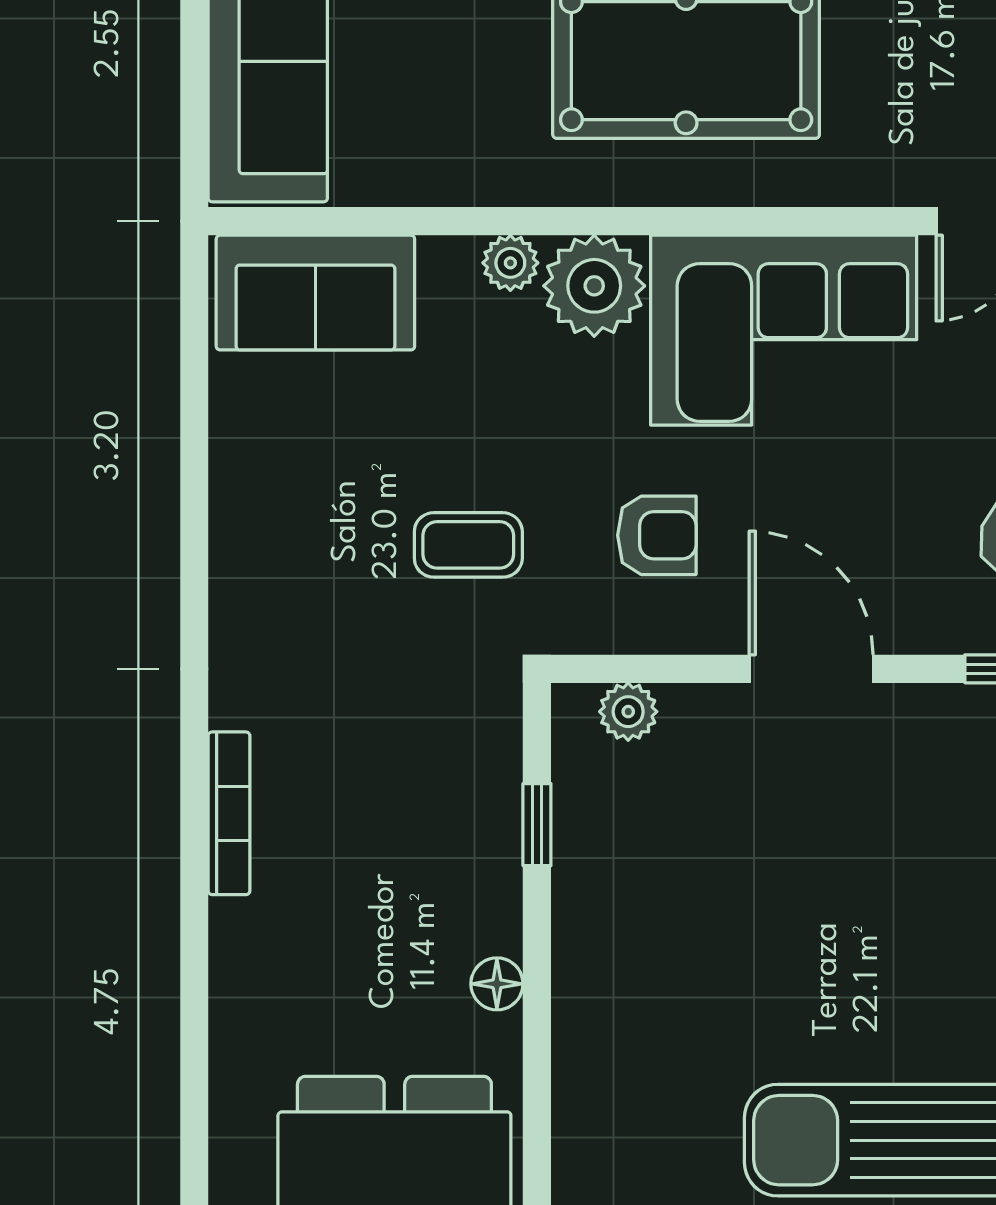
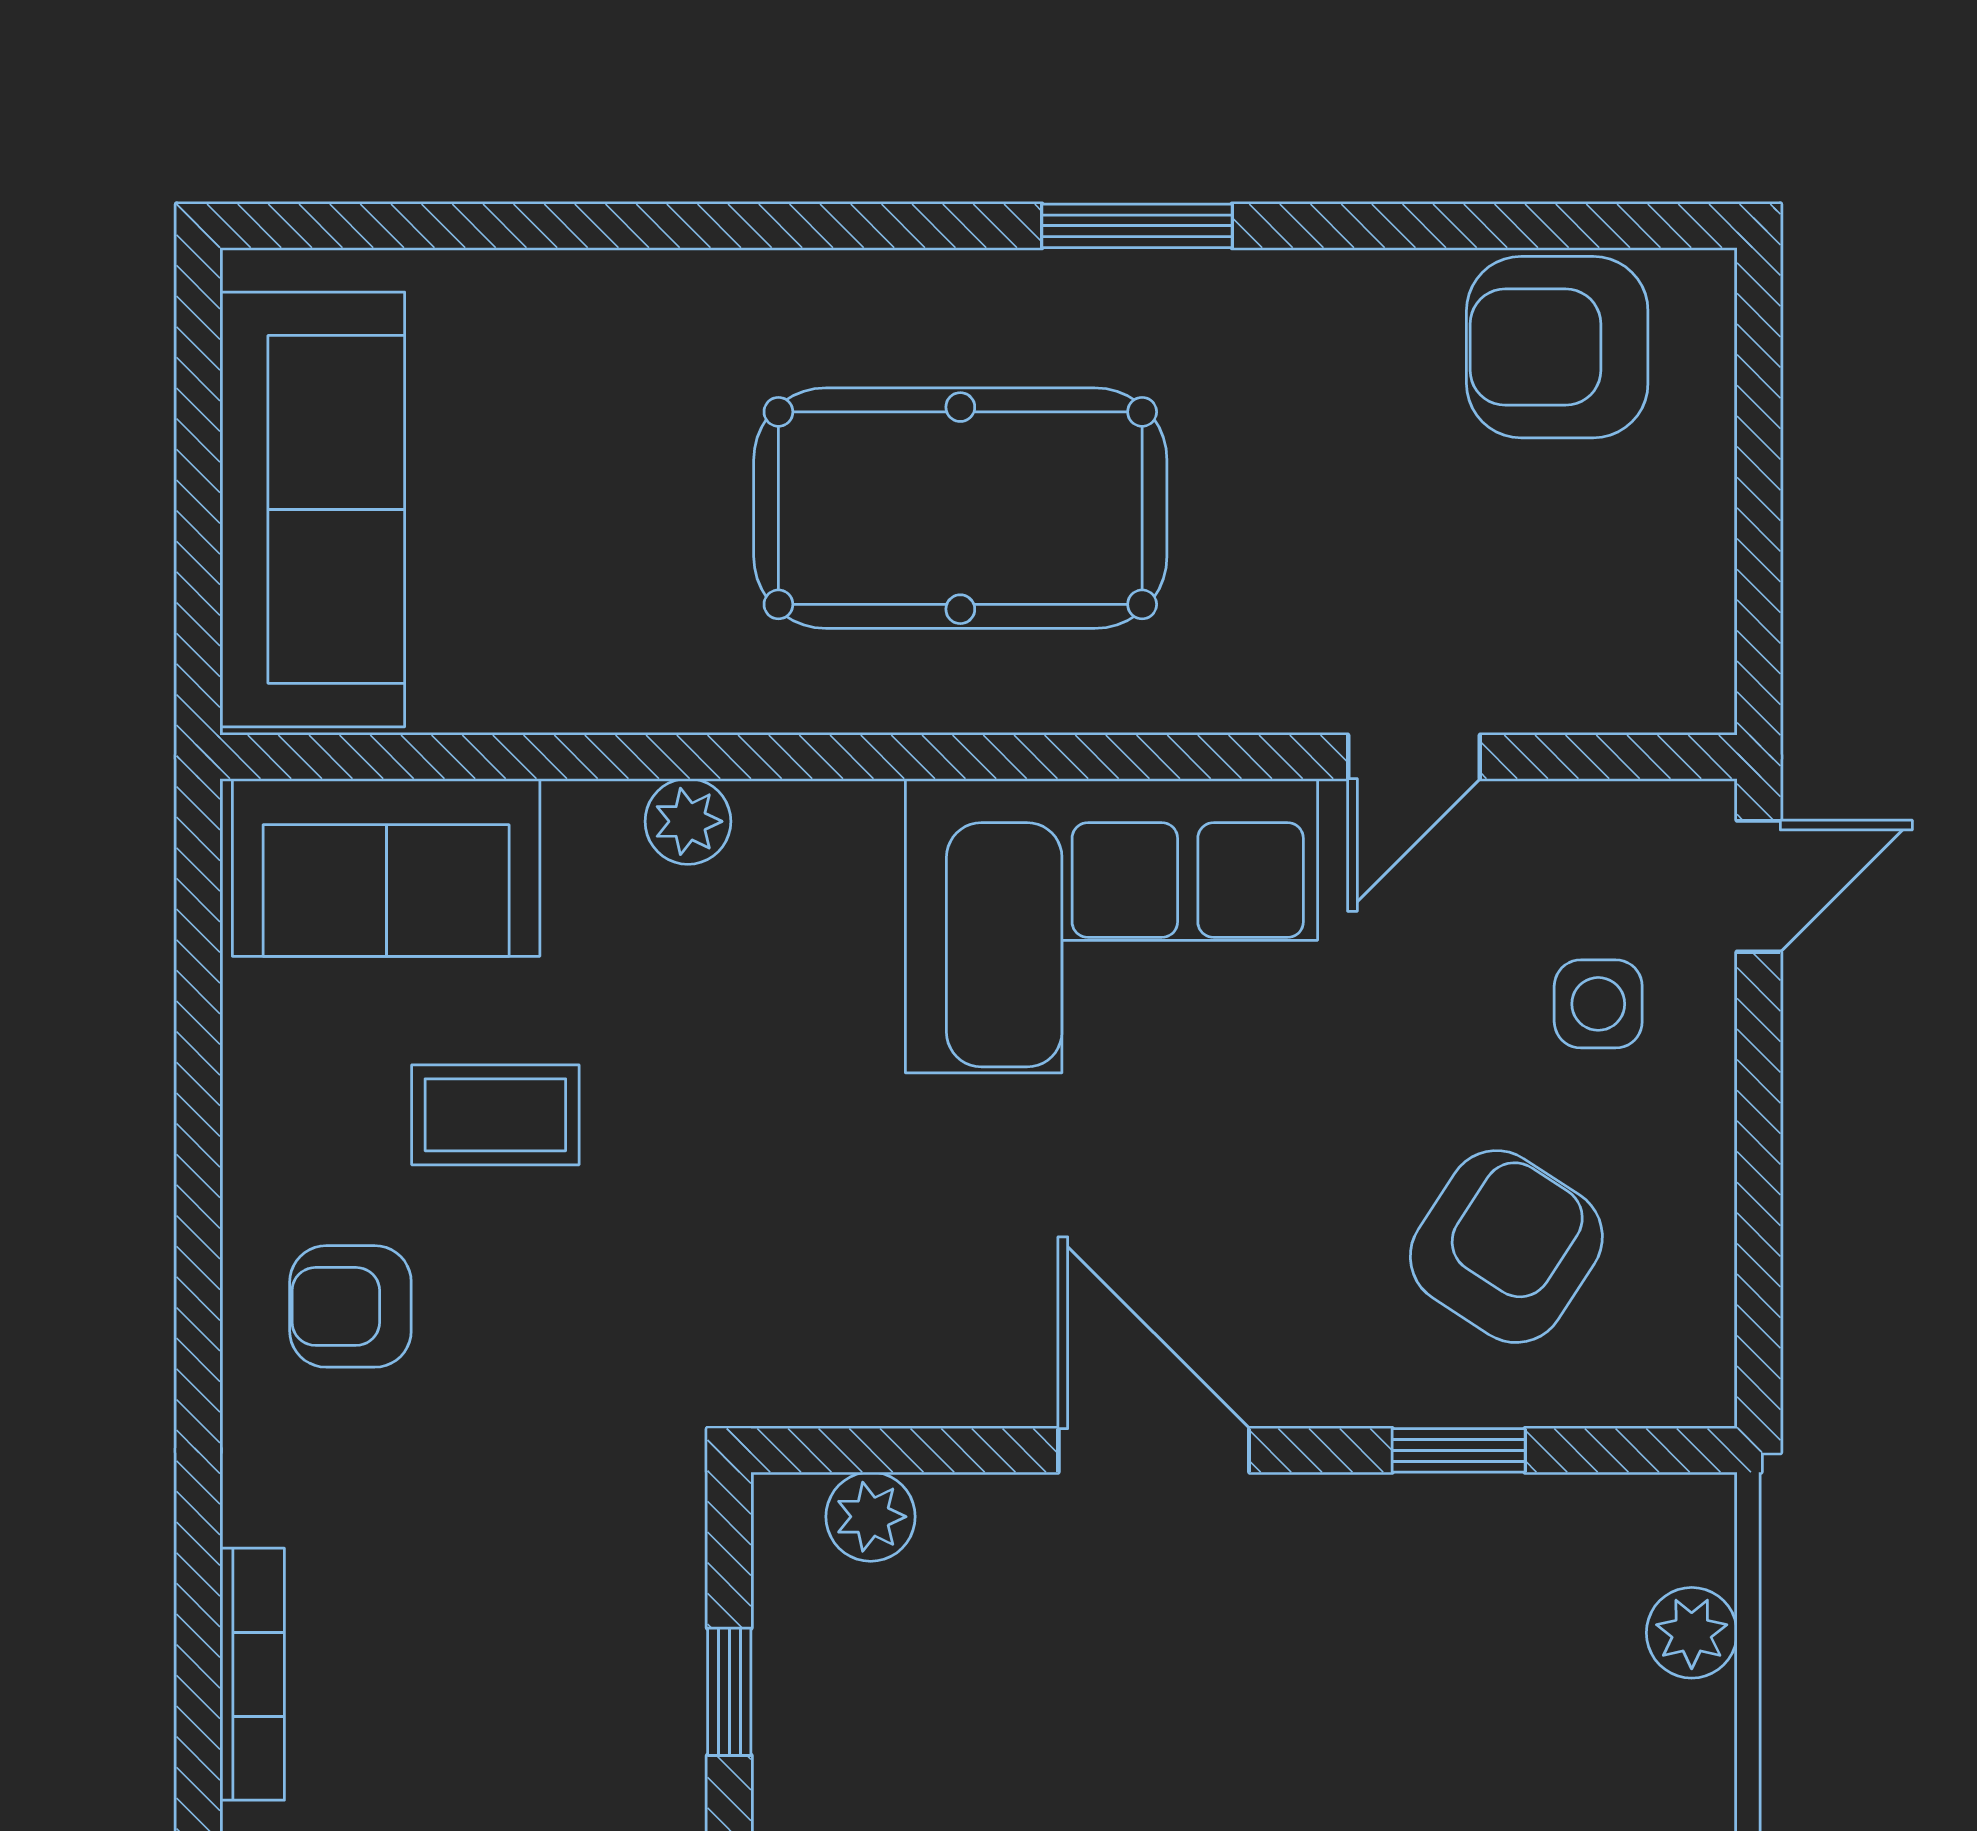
plant: (594, 286) -> (818, 857), removed
armchair: (657, 535) -> (350, 1306), moved, turned 180
coffee table: (468, 545) -> (495, 1115), moved

